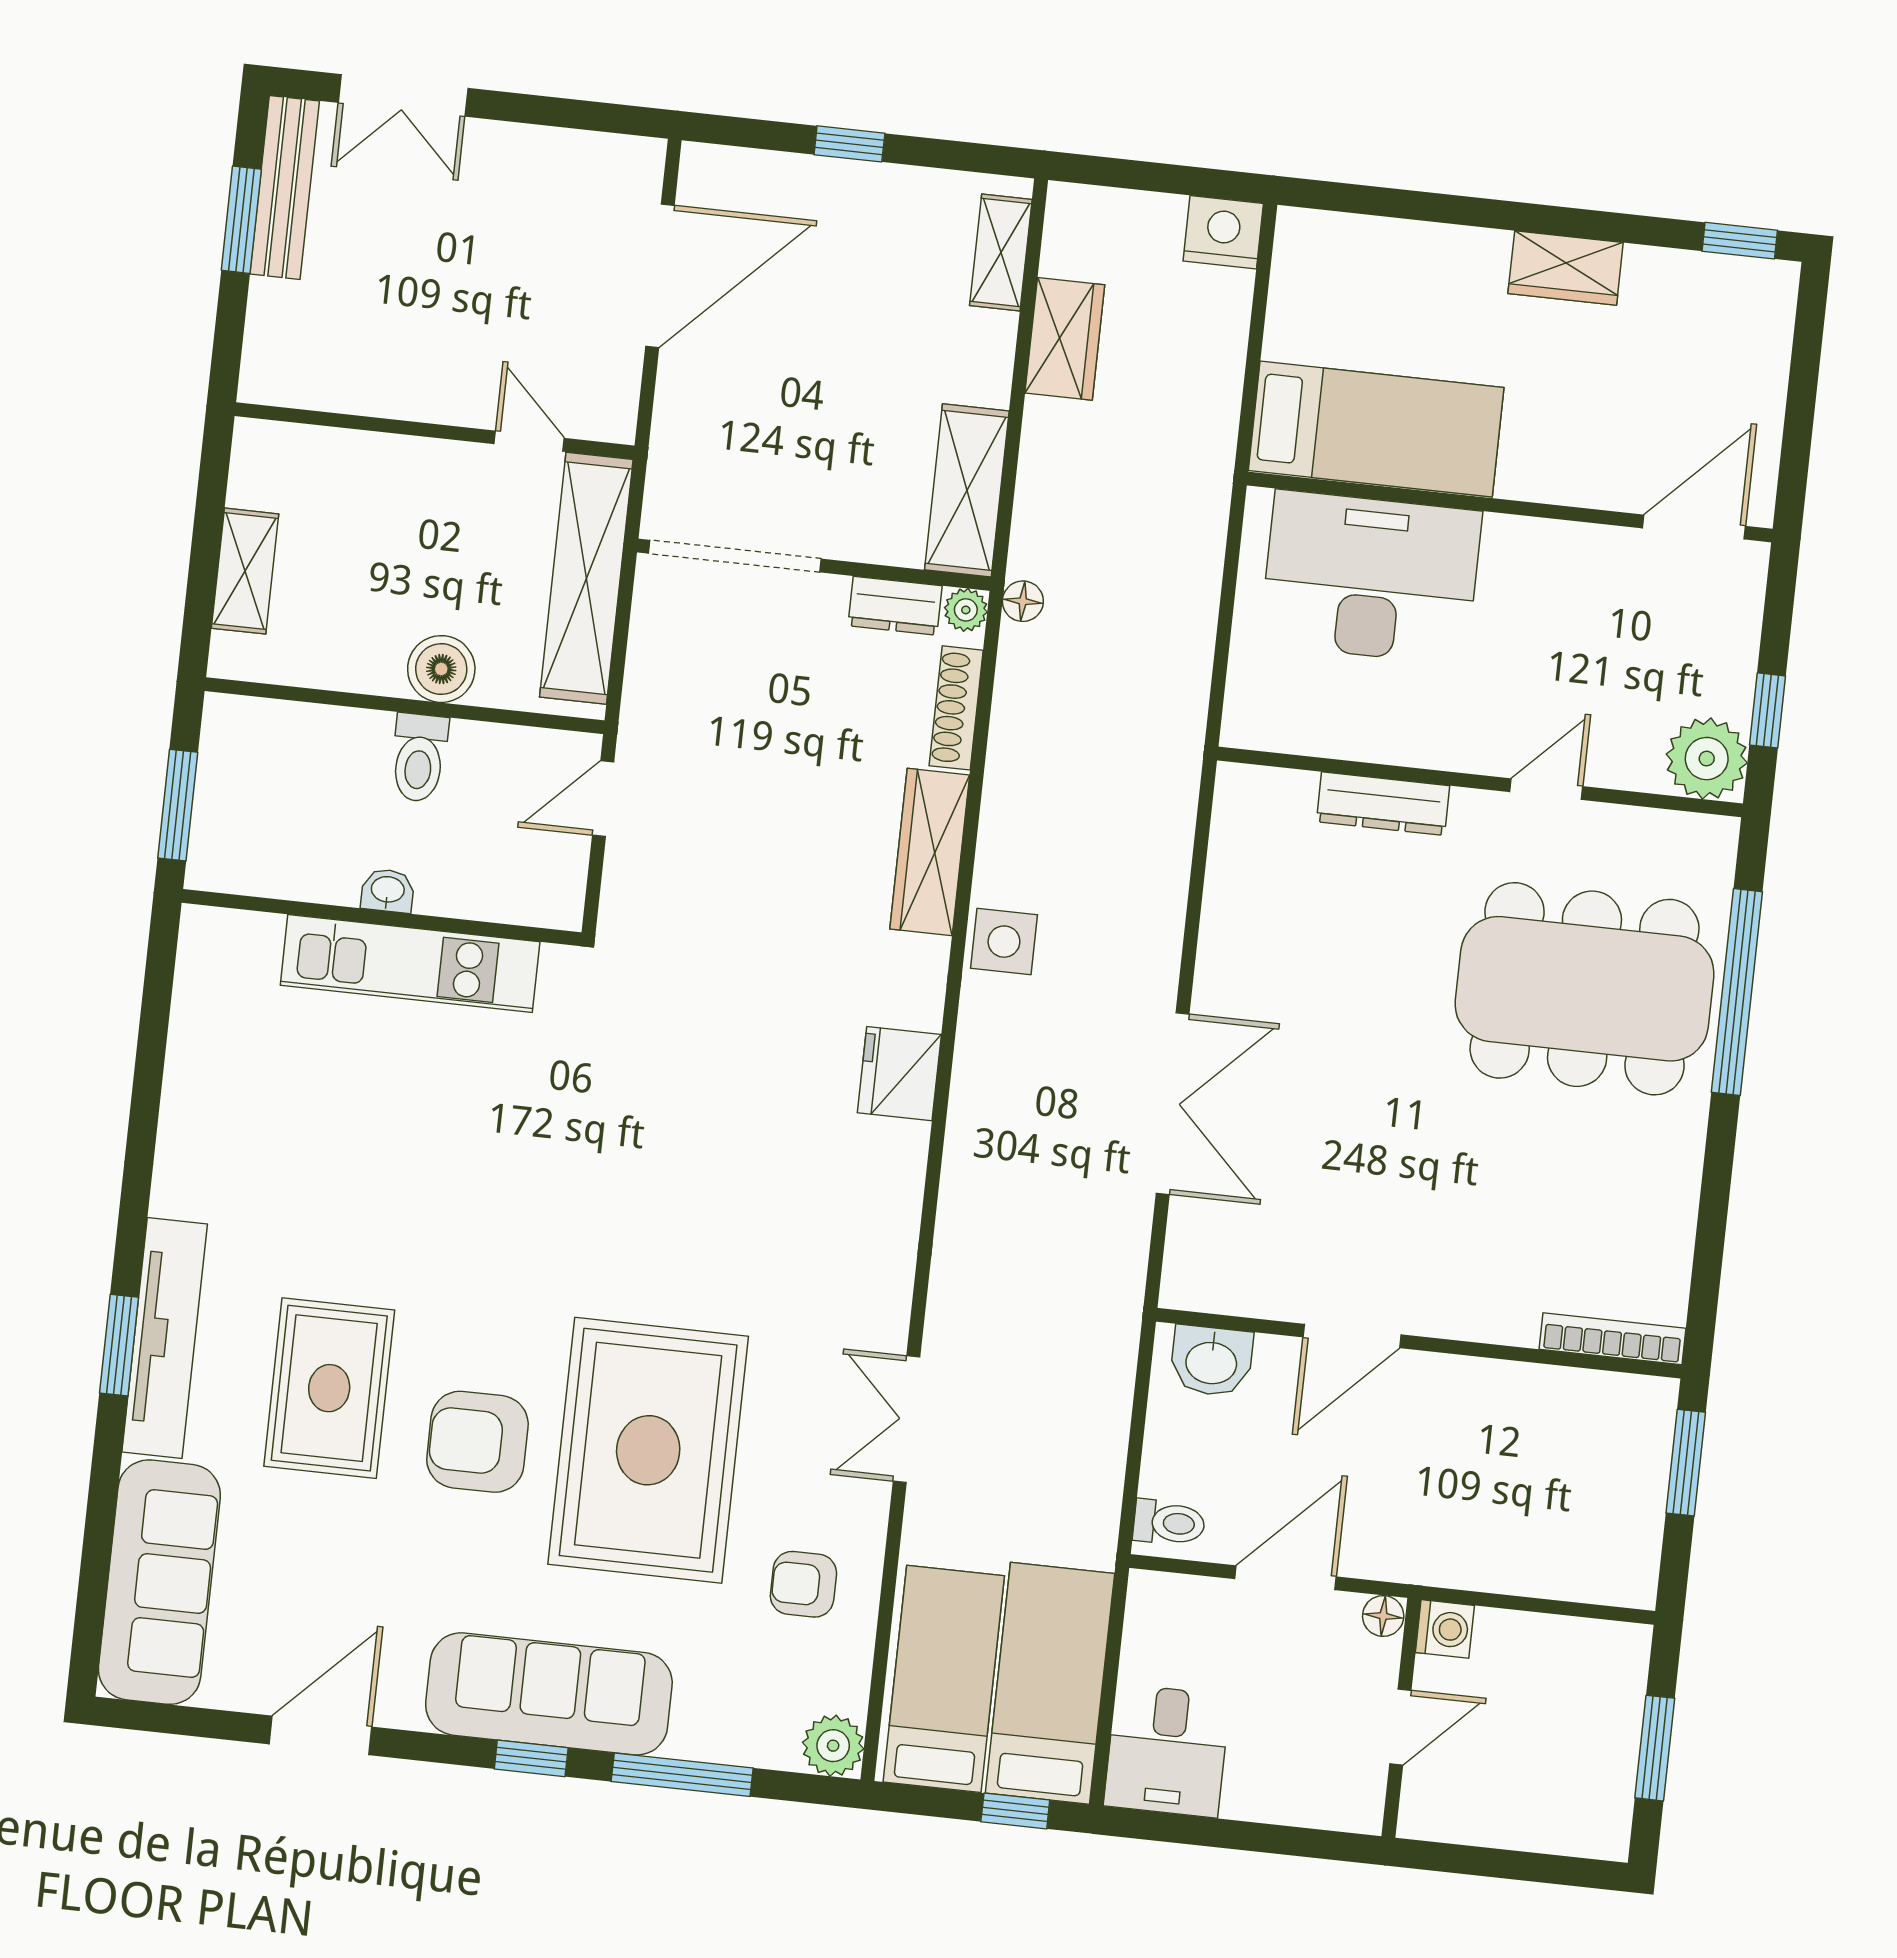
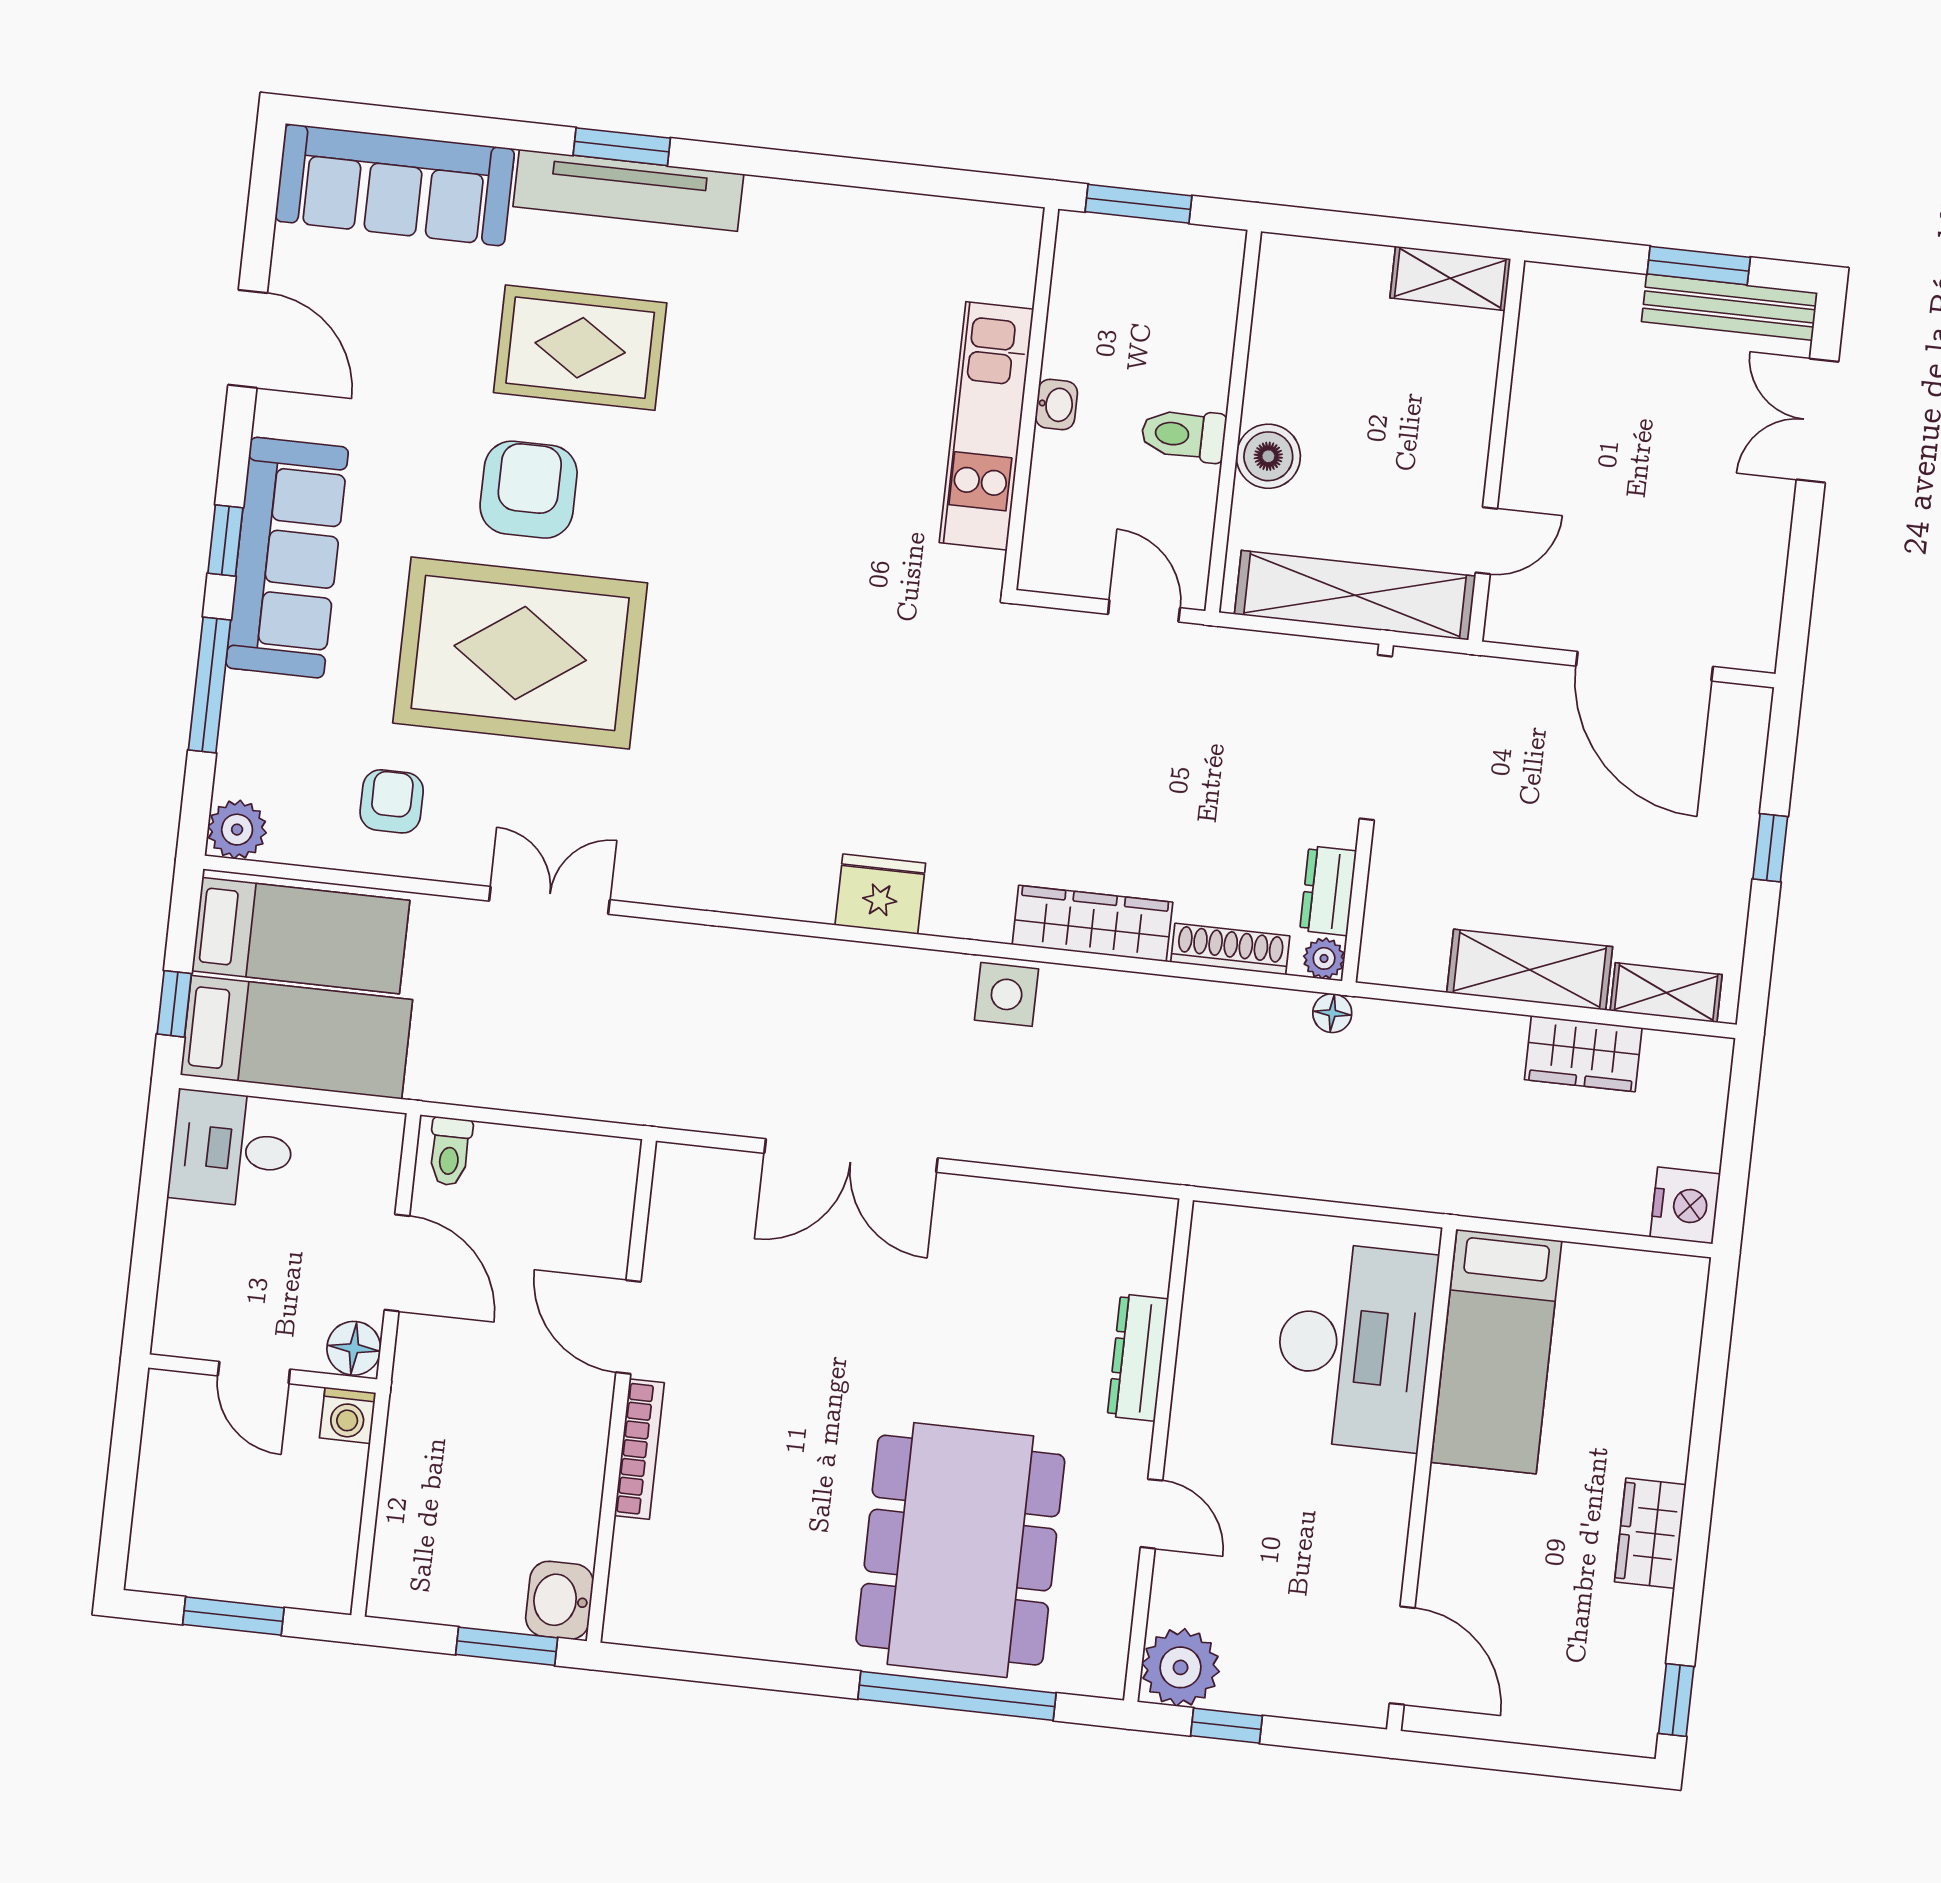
shelving: (967, 490) -> (1530, 970), moved
shelving: (245, 571) -> (1450, 278), moved
bookcase: (1612, 1339) -> (639, 1449), moved
washbasin: (1211, 1361) -> (560, 1600), moved
floor lamp: (1383, 1616) -> (354, 1348), width x1.37, depth x1.37

